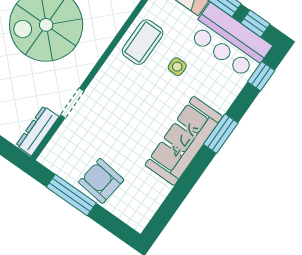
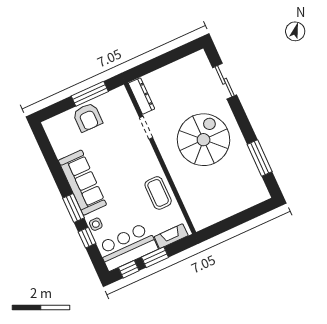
side table: (177, 67) -> (96, 224), moved
window: (261, 76) -> (87, 238), moved
armchair: (101, 181) -> (88, 117), turned 83

